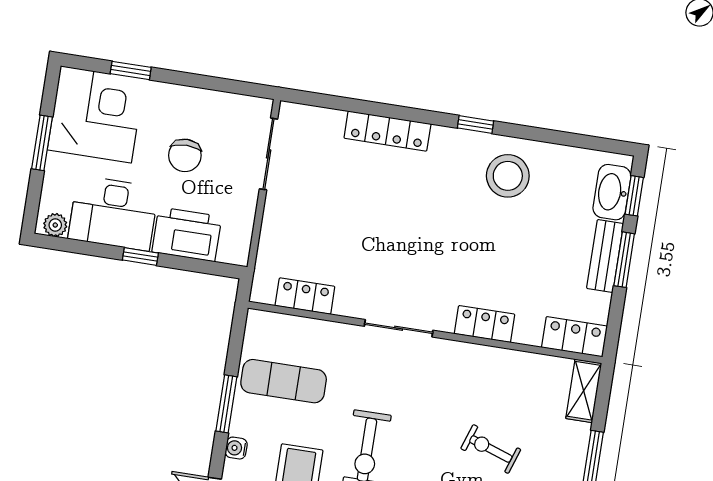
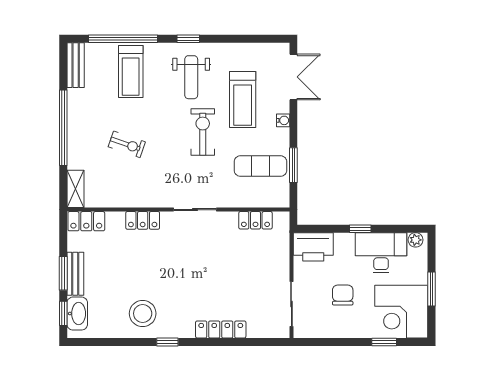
printer: (187, 234) -> (313, 247), moved
window: (226, 404) -> (293, 165), moved

